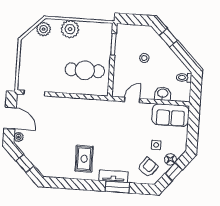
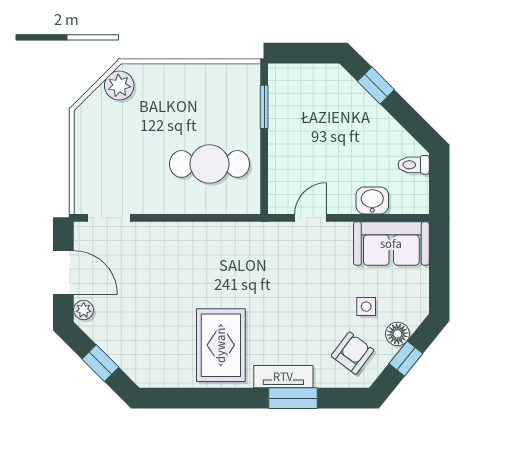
plant: (70, 29) -> (173, 82), removed
stool: (144, 58) -> (329, 130), removed
rug: (84, 159) -> (221, 345), width x1.36, depth x1.43

